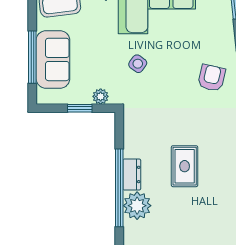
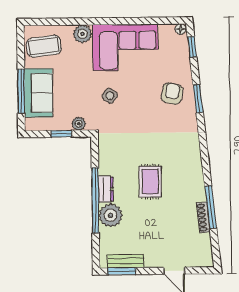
armchair: (212, 78) -> (172, 94), moved

